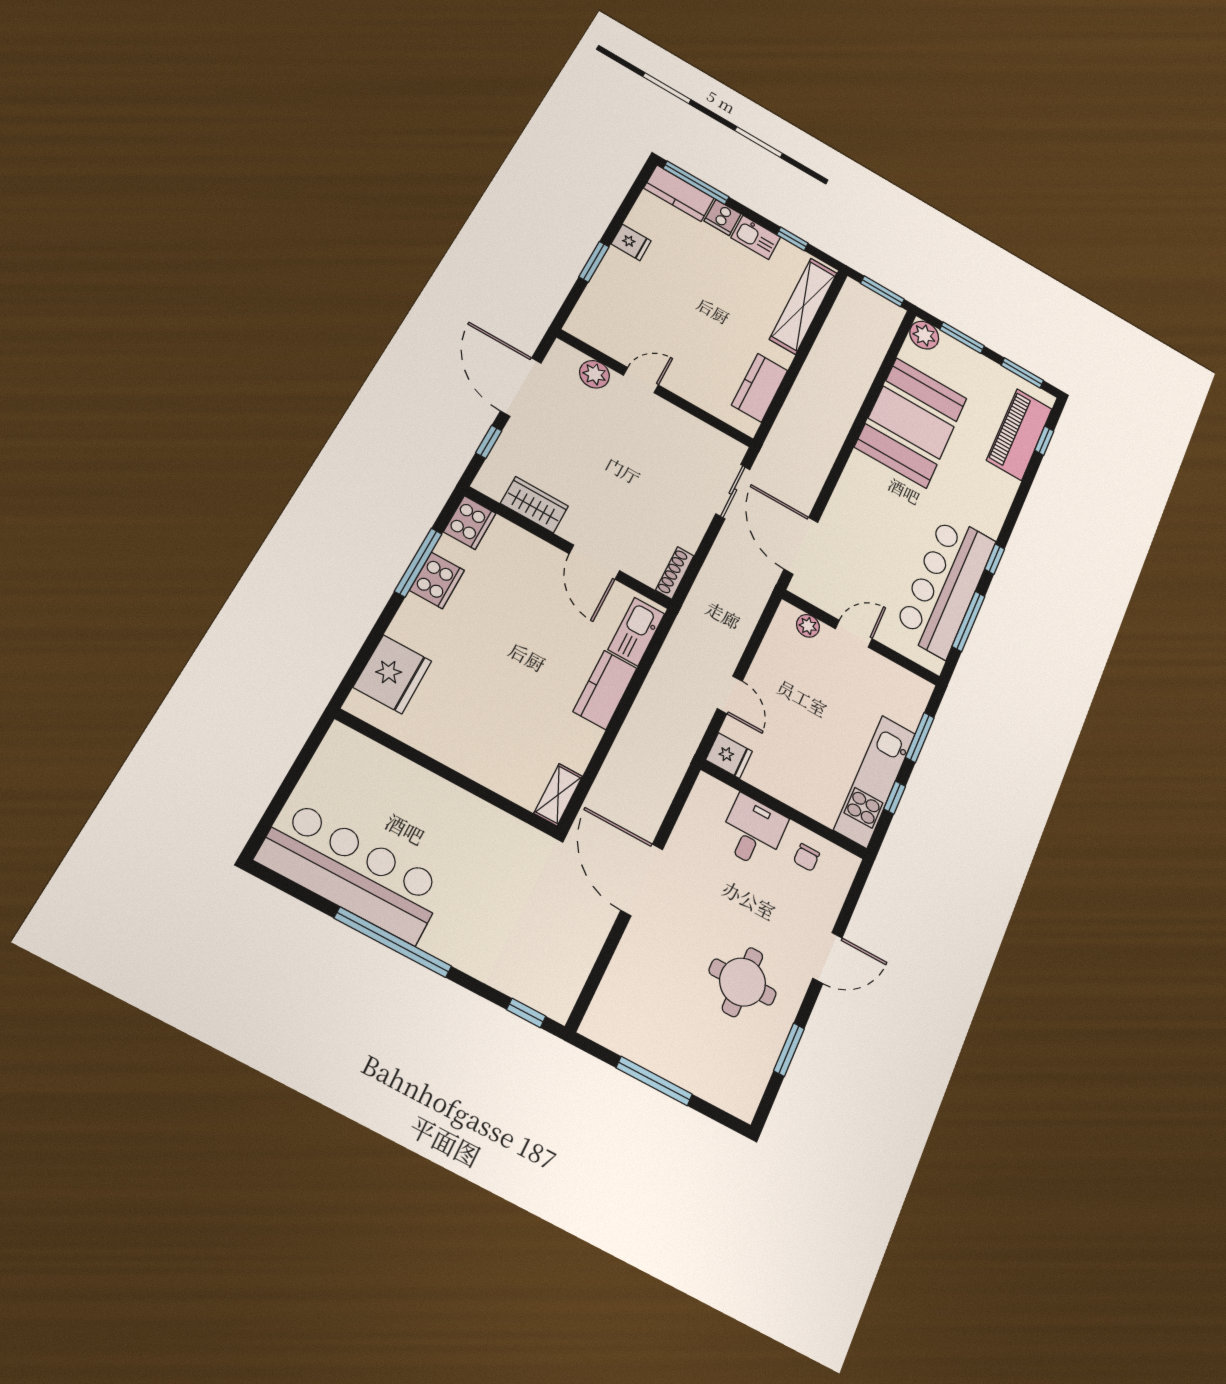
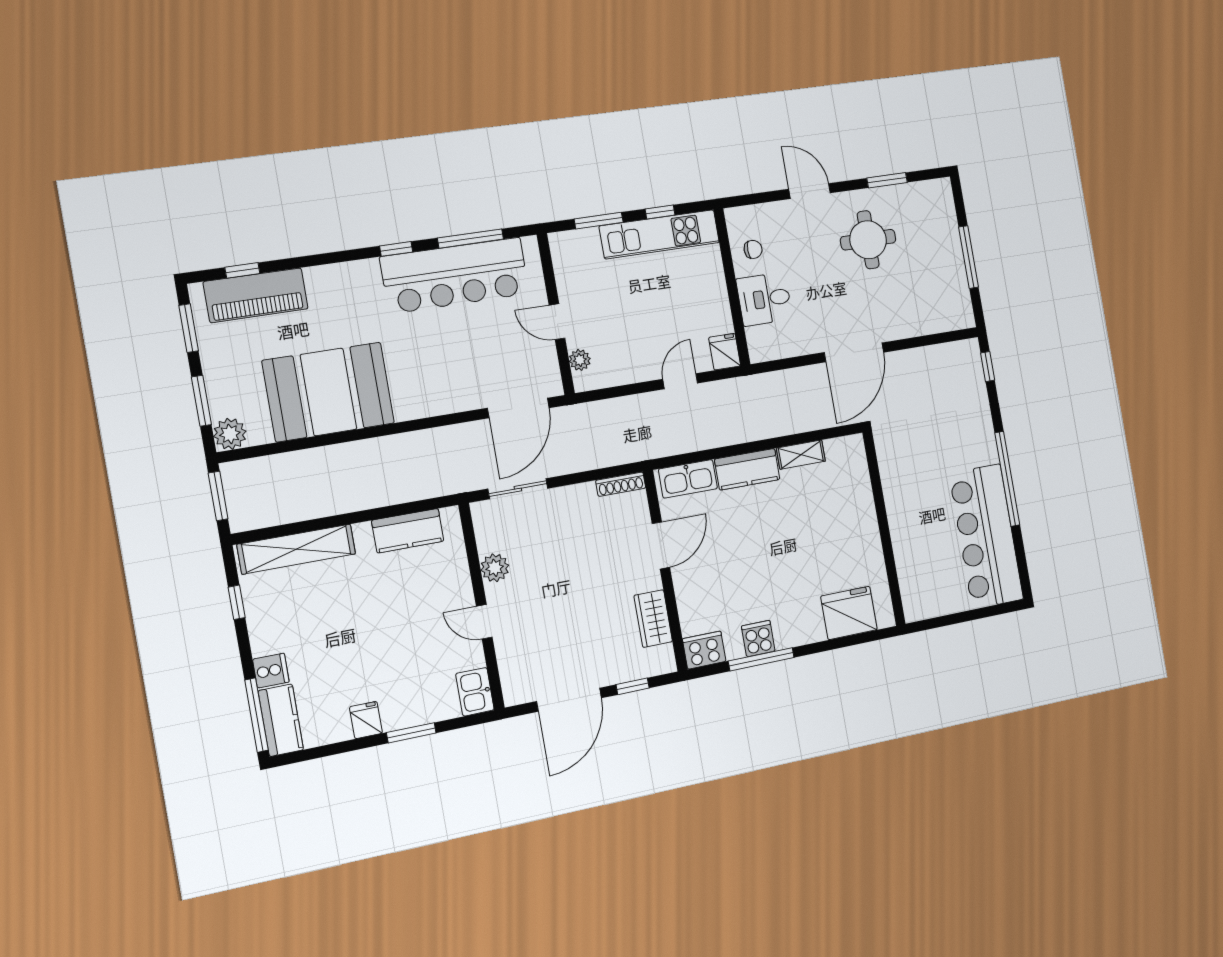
kitchen sink: (756, 237) -> (475, 692), moved, turned 180
plant: (594, 374) -> (495, 568), moved
cooker: (437, 580) -> (758, 639), width x0.73
shelving: (558, 795) -> (801, 455), moved

